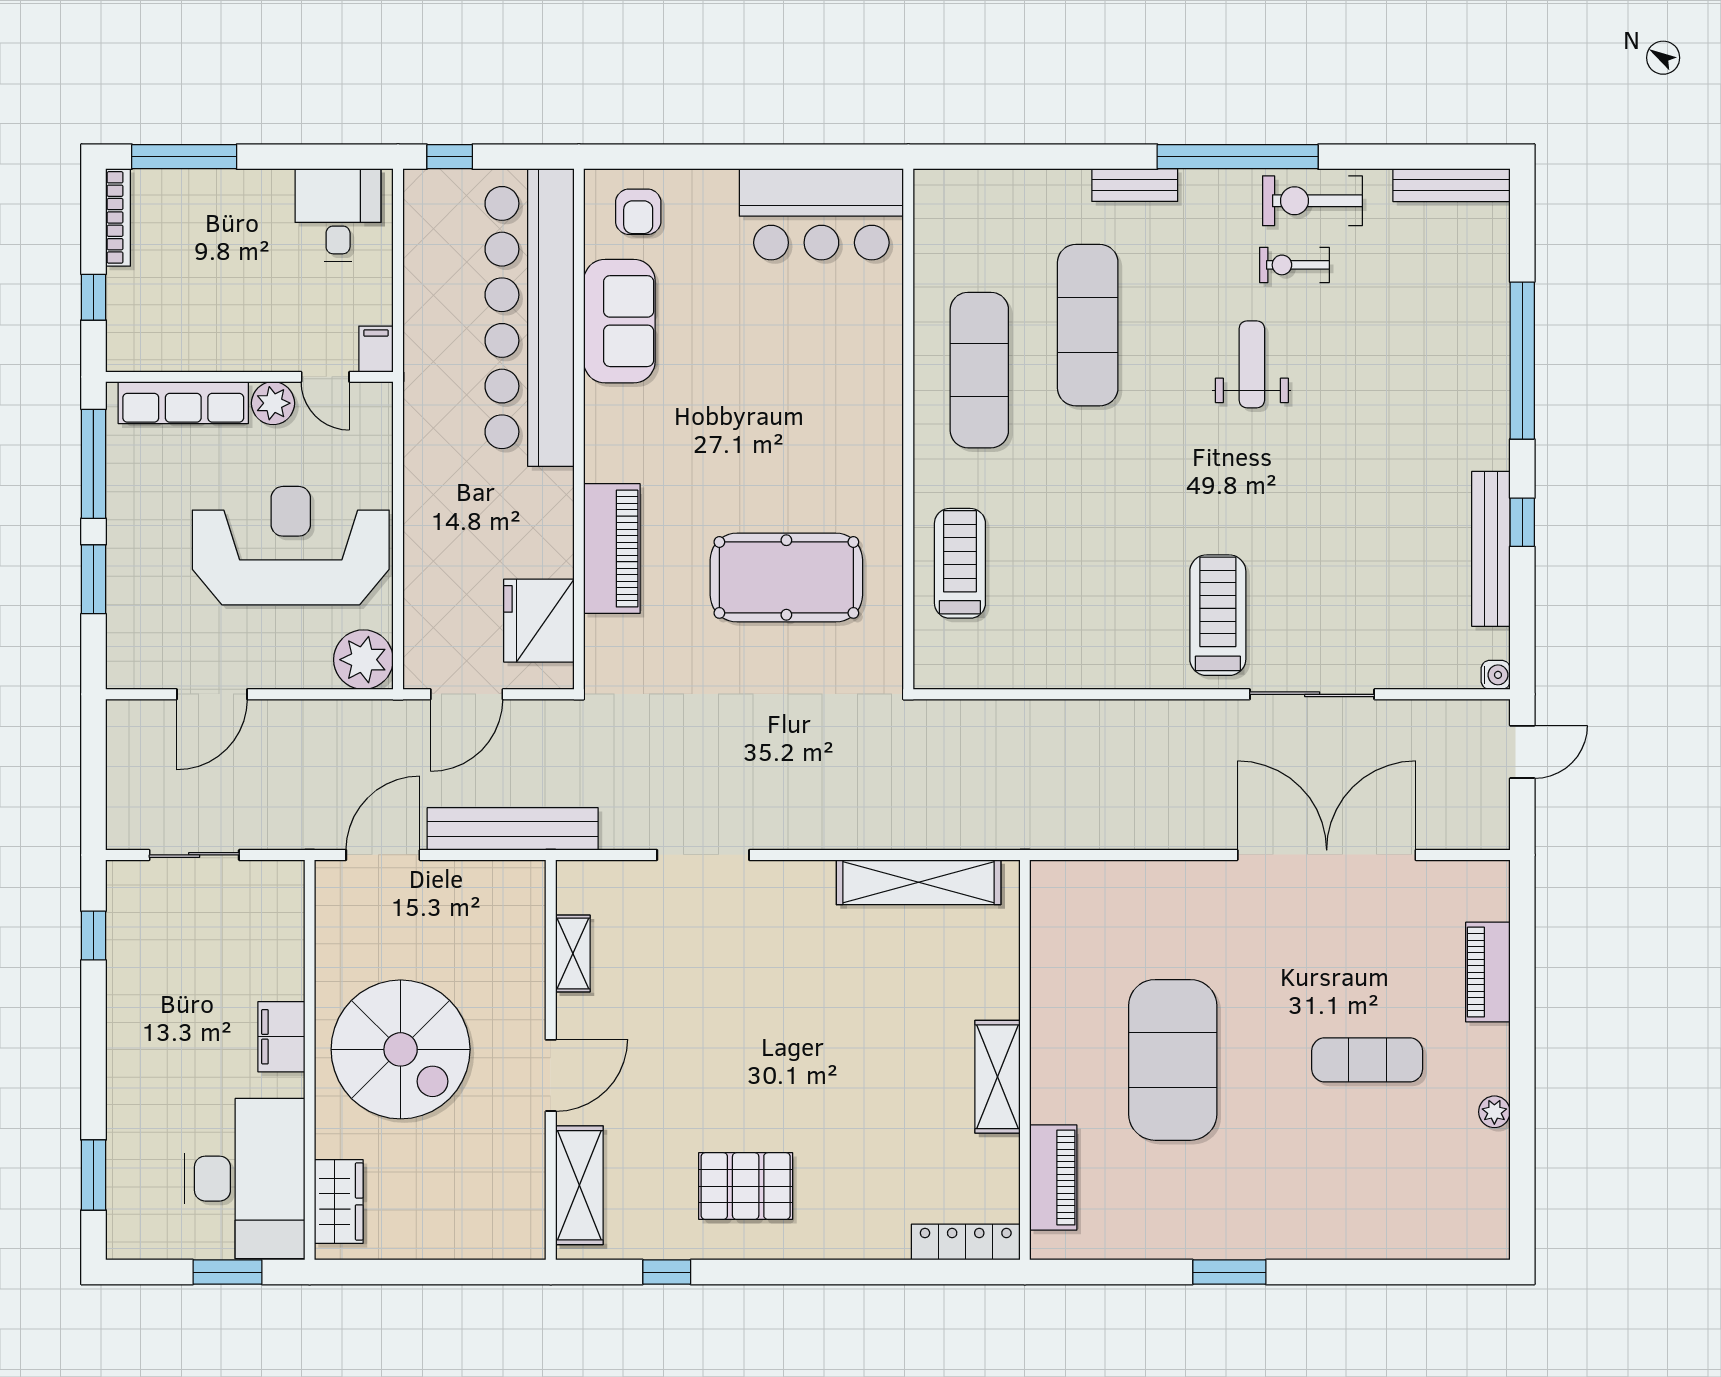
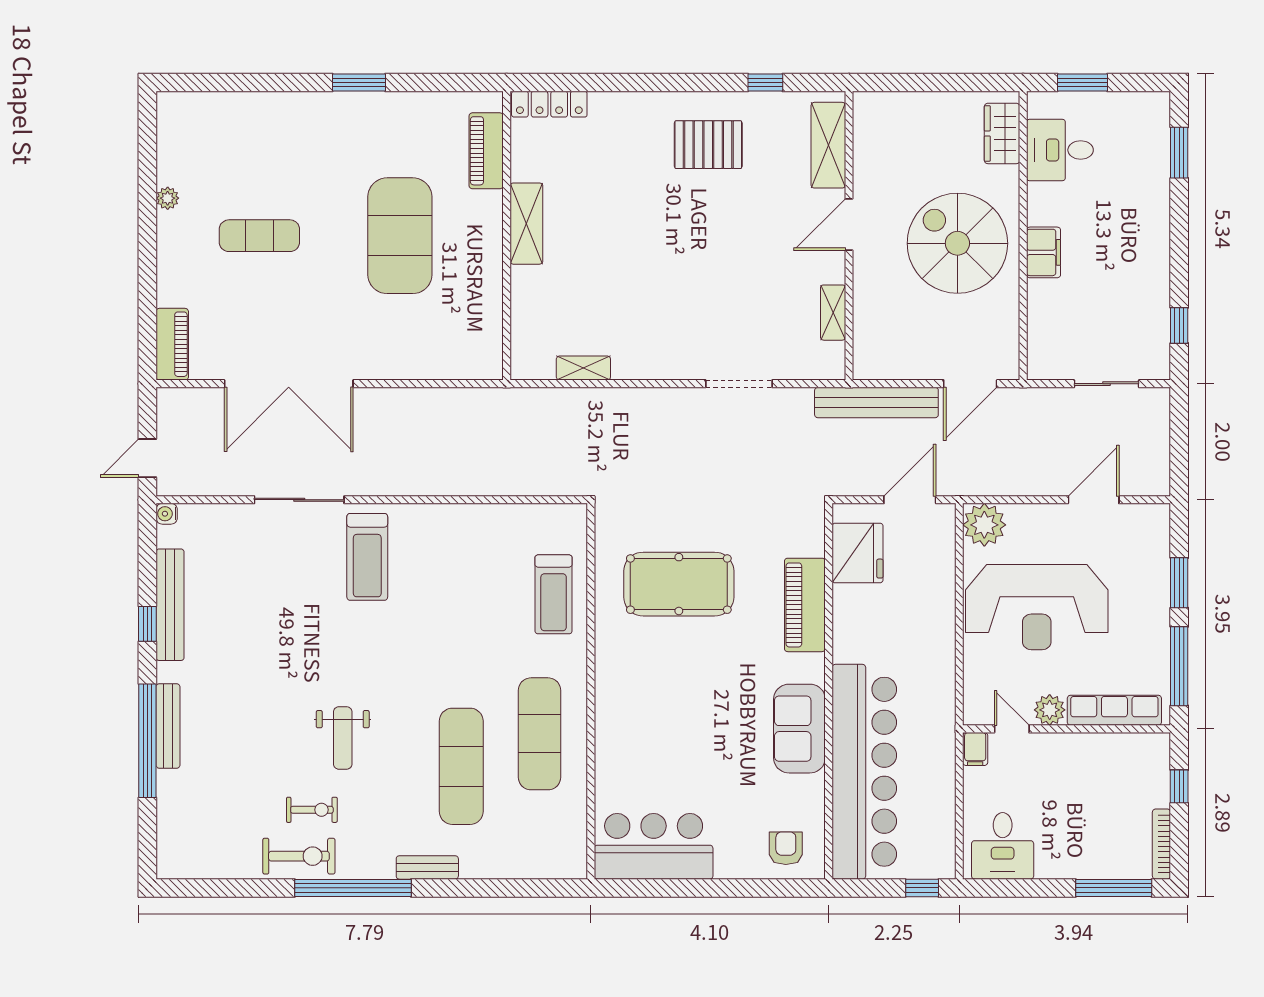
bench: (1452, 185) -> (168, 726), moved, turned 90
sofa: (619, 321) -> (799, 729), moved
shelving: (919, 882) -> (583, 368), width x0.45, depth x0.75
piano: (1488, 972) -> (172, 344), moved
desk: (245, 1179) -> (1060, 150), width x0.53, depth x0.77

